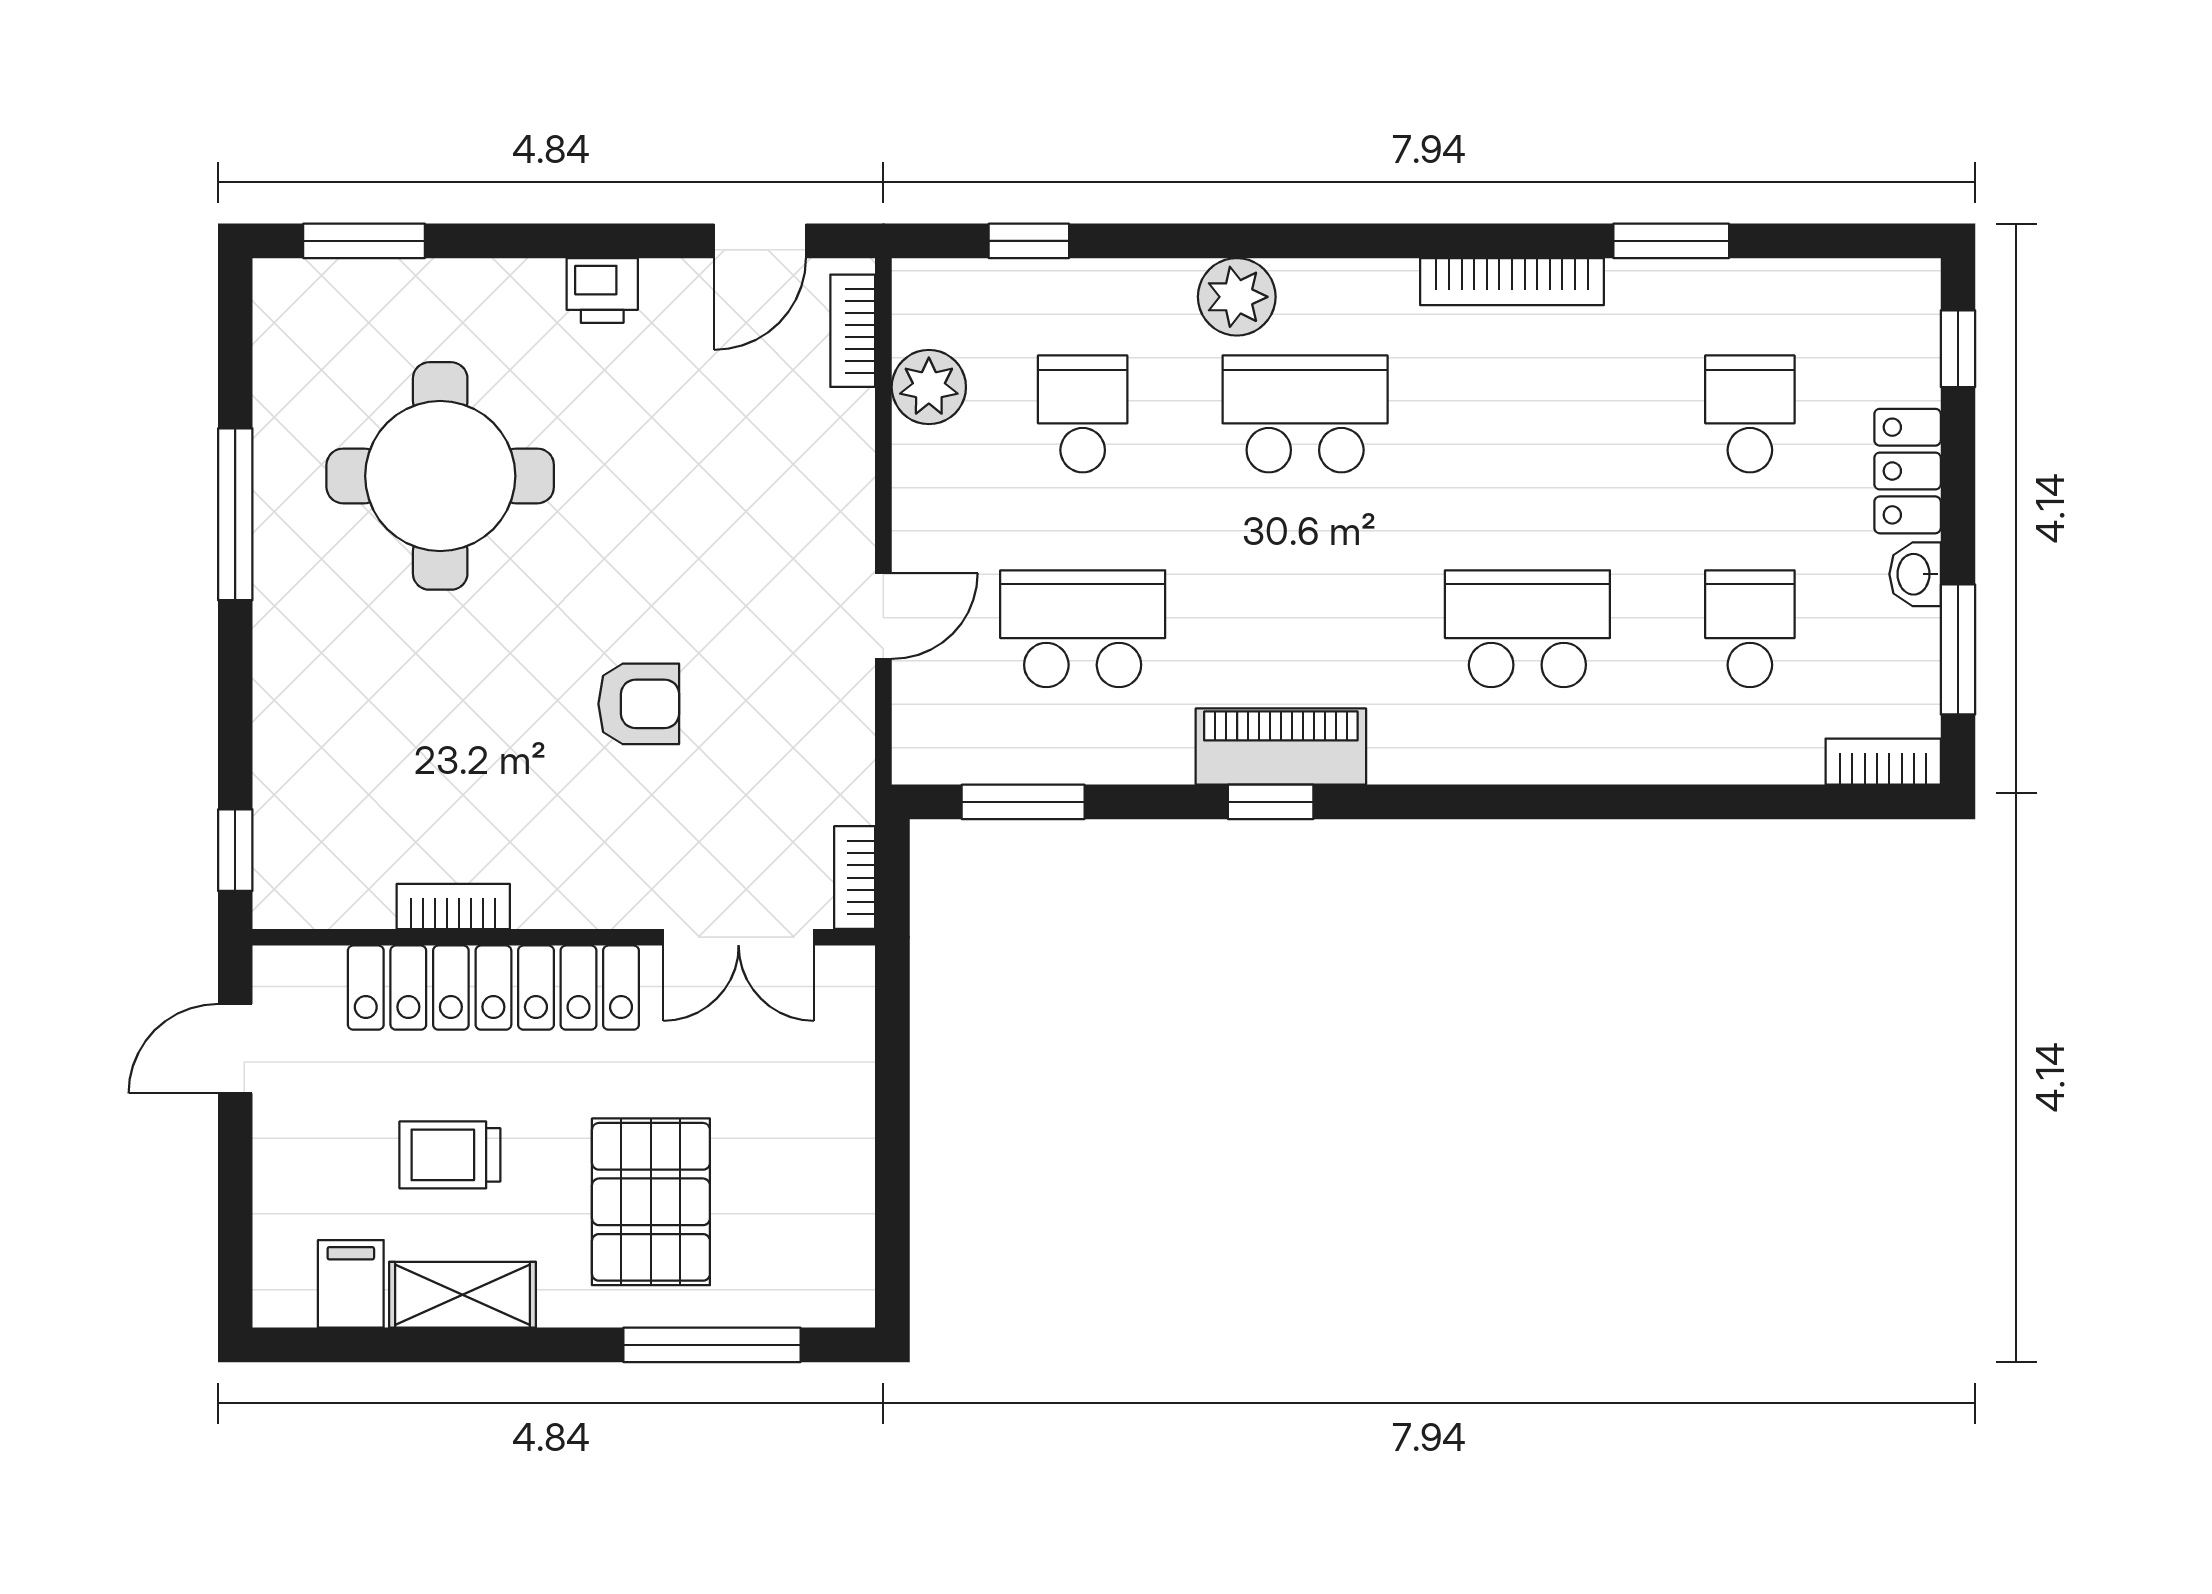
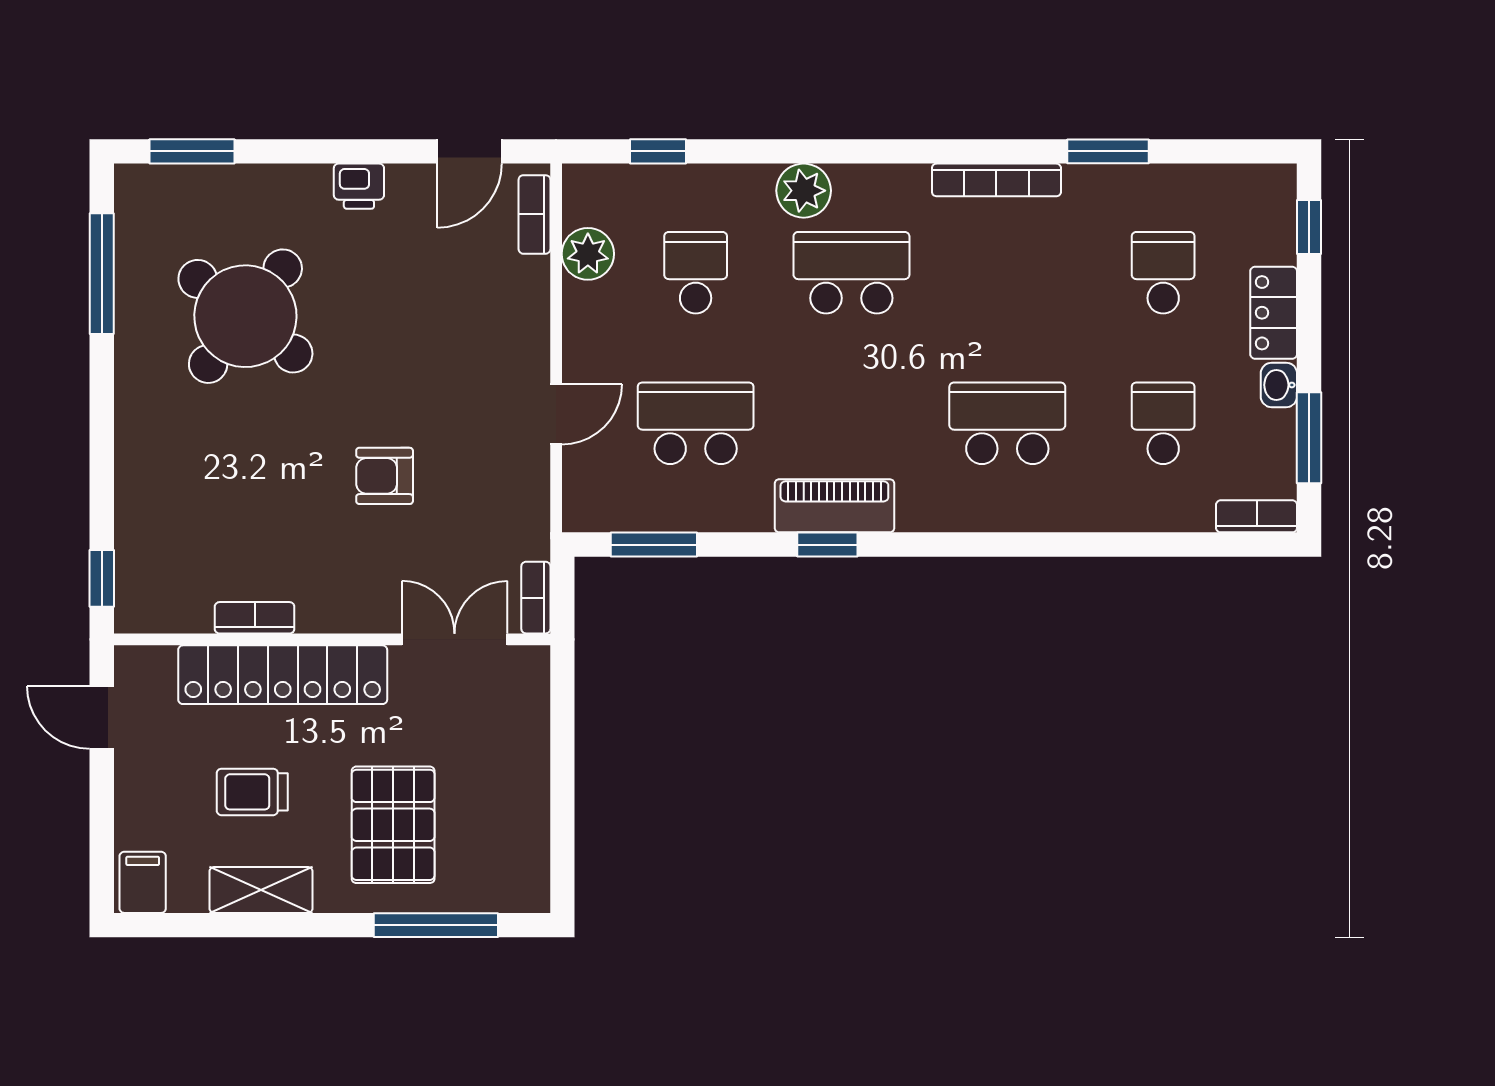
round table: (440, 476) -> (245, 316), turned 38
window: (235, 514) -> (102, 274), moved
armchair: (639, 704) -> (385, 476), turned 180
double door: (739, 937) -> (455, 639), swing flipped
door: (235, 1049) -> (102, 718), hinge flipped
filing cabinet: (351, 1284) -> (143, 882), moved

